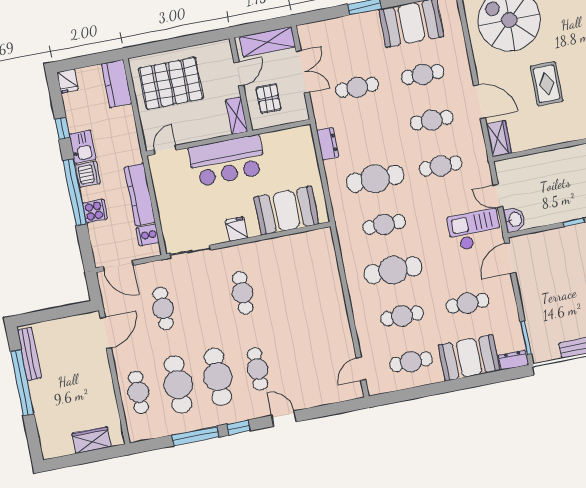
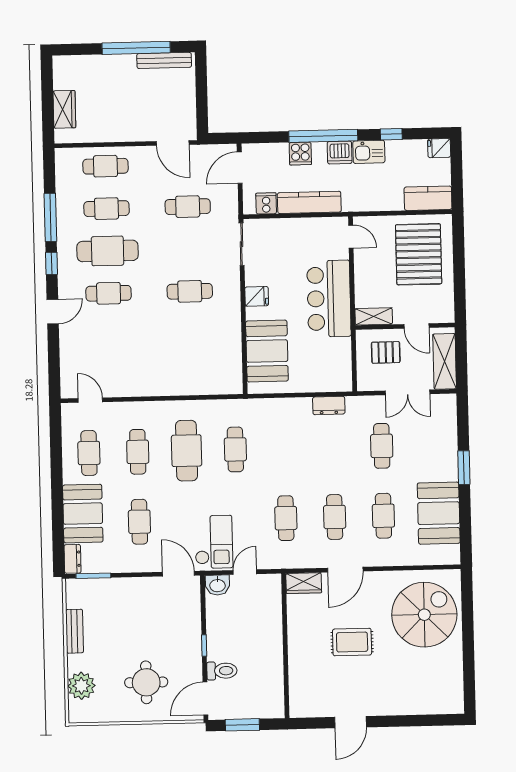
cafe table: (375, 179) -> (284, 448), removed
cafe table: (178, 385) -> (106, 209), width x0.73, depth x0.74

